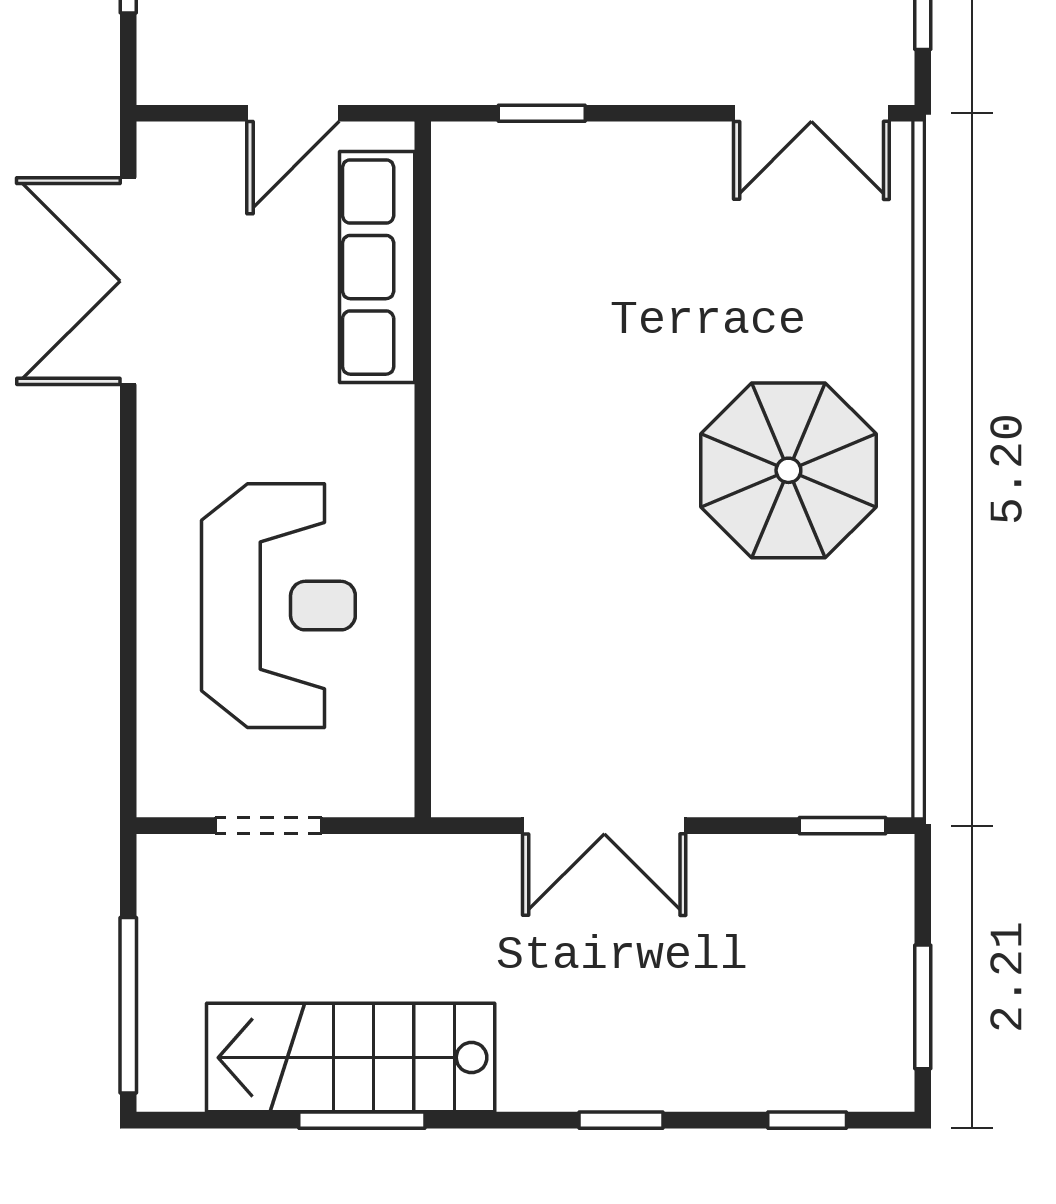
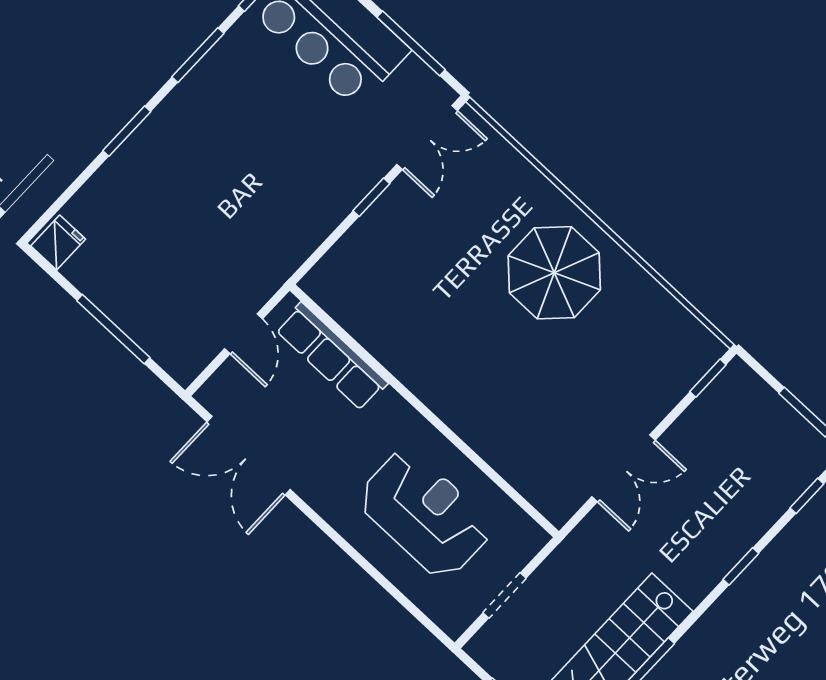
window: (542, 113) -> (371, 197), moved

